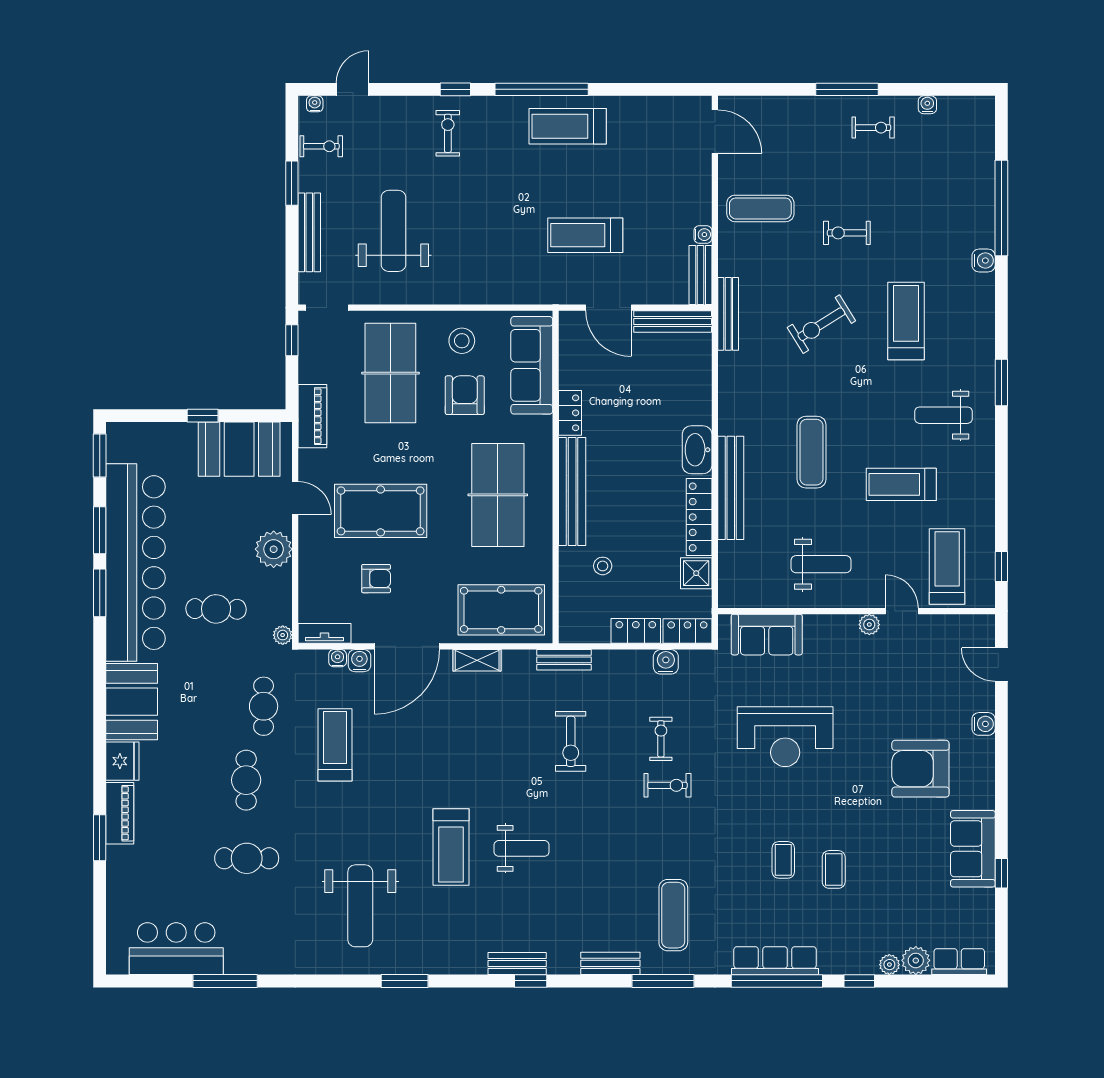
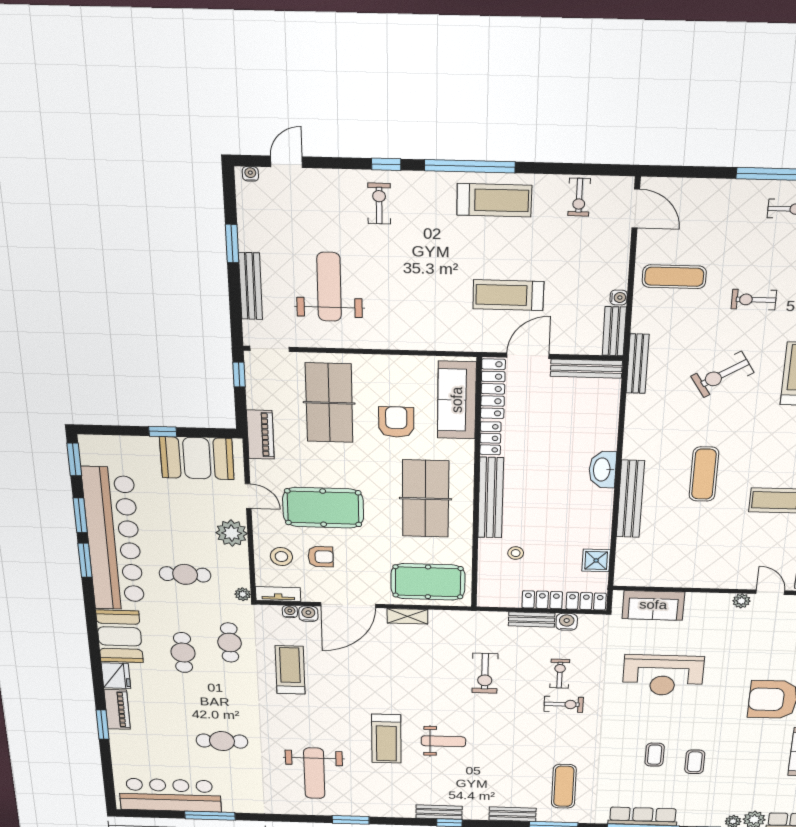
treadmill: (568, 126) -> (494, 200), turned 180
exercise bike: (321, 146) -> (579, 197), moved, turned 90
door: (608, 308) -> (528, 356), swing flipped
stool: (462, 341) -> (281, 557), moved
locker: (699, 517) -> (493, 389), moved, turned 180
weight bench: (821, 564) -> (704, 557), removed
bench: (564, 660) -> (532, 620), moved
cafe table: (246, 780) -> (183, 653), moved
bar counter: (176, 949) -> (170, 795), width x1.36

